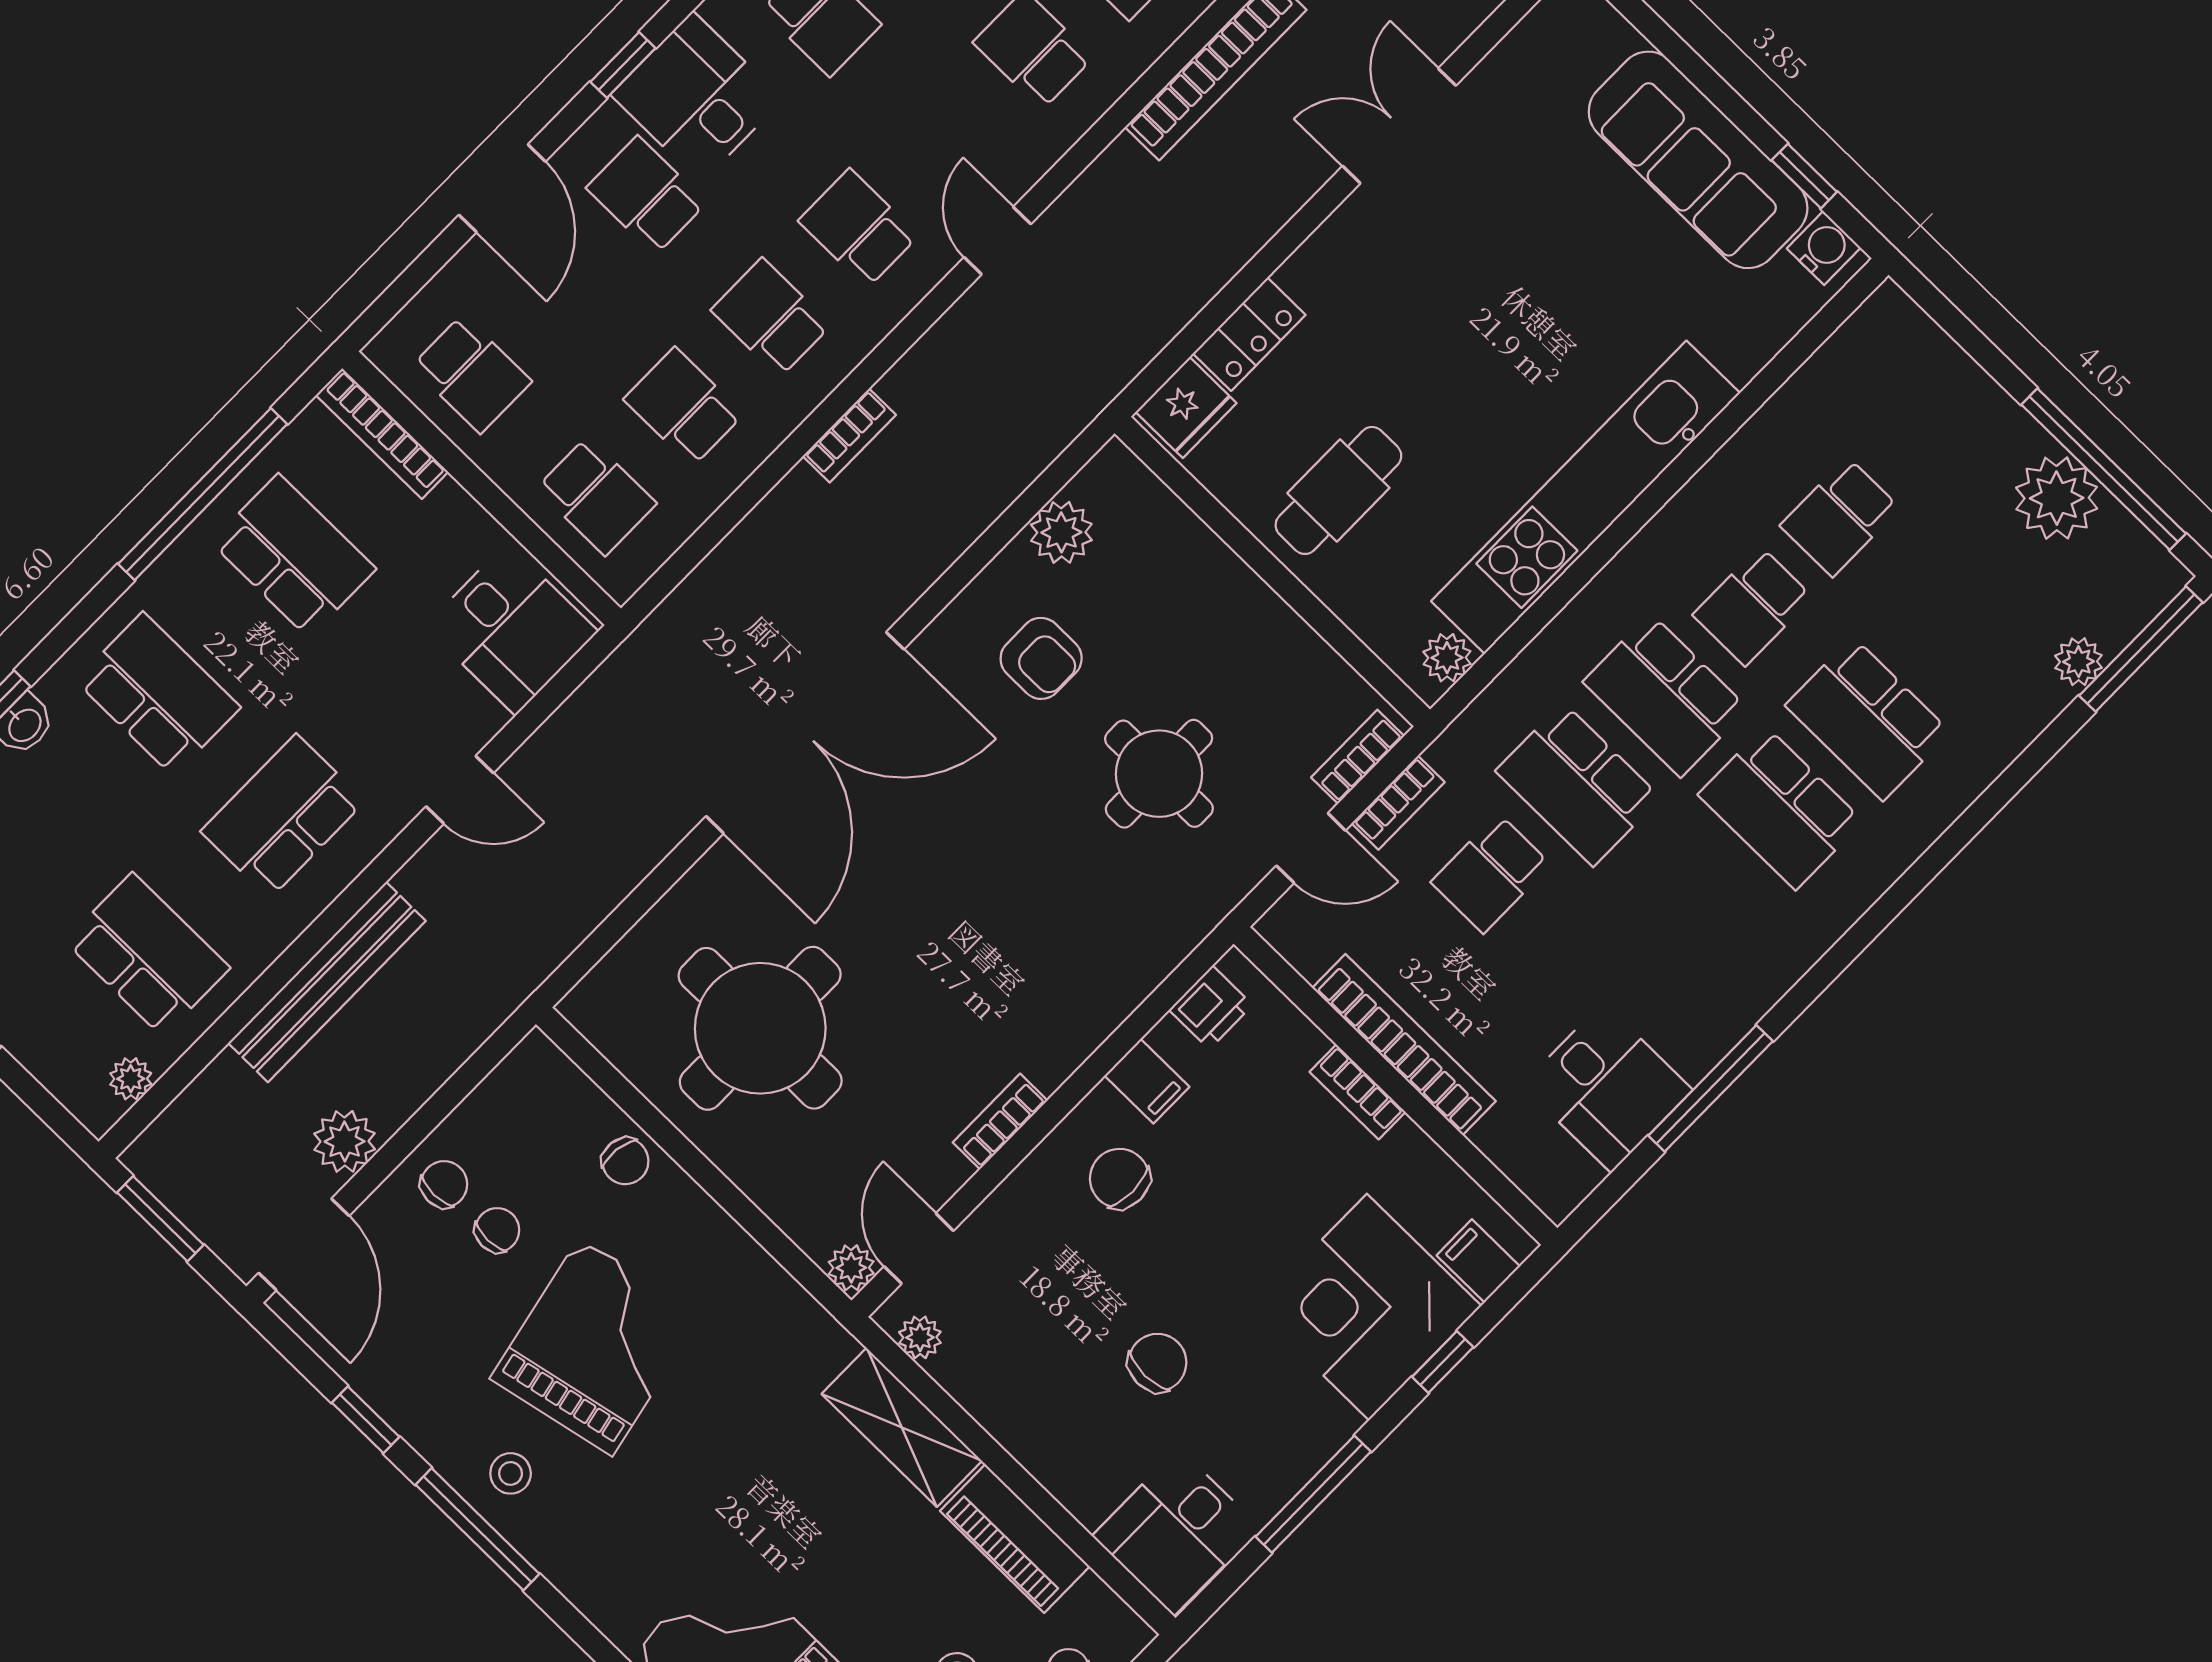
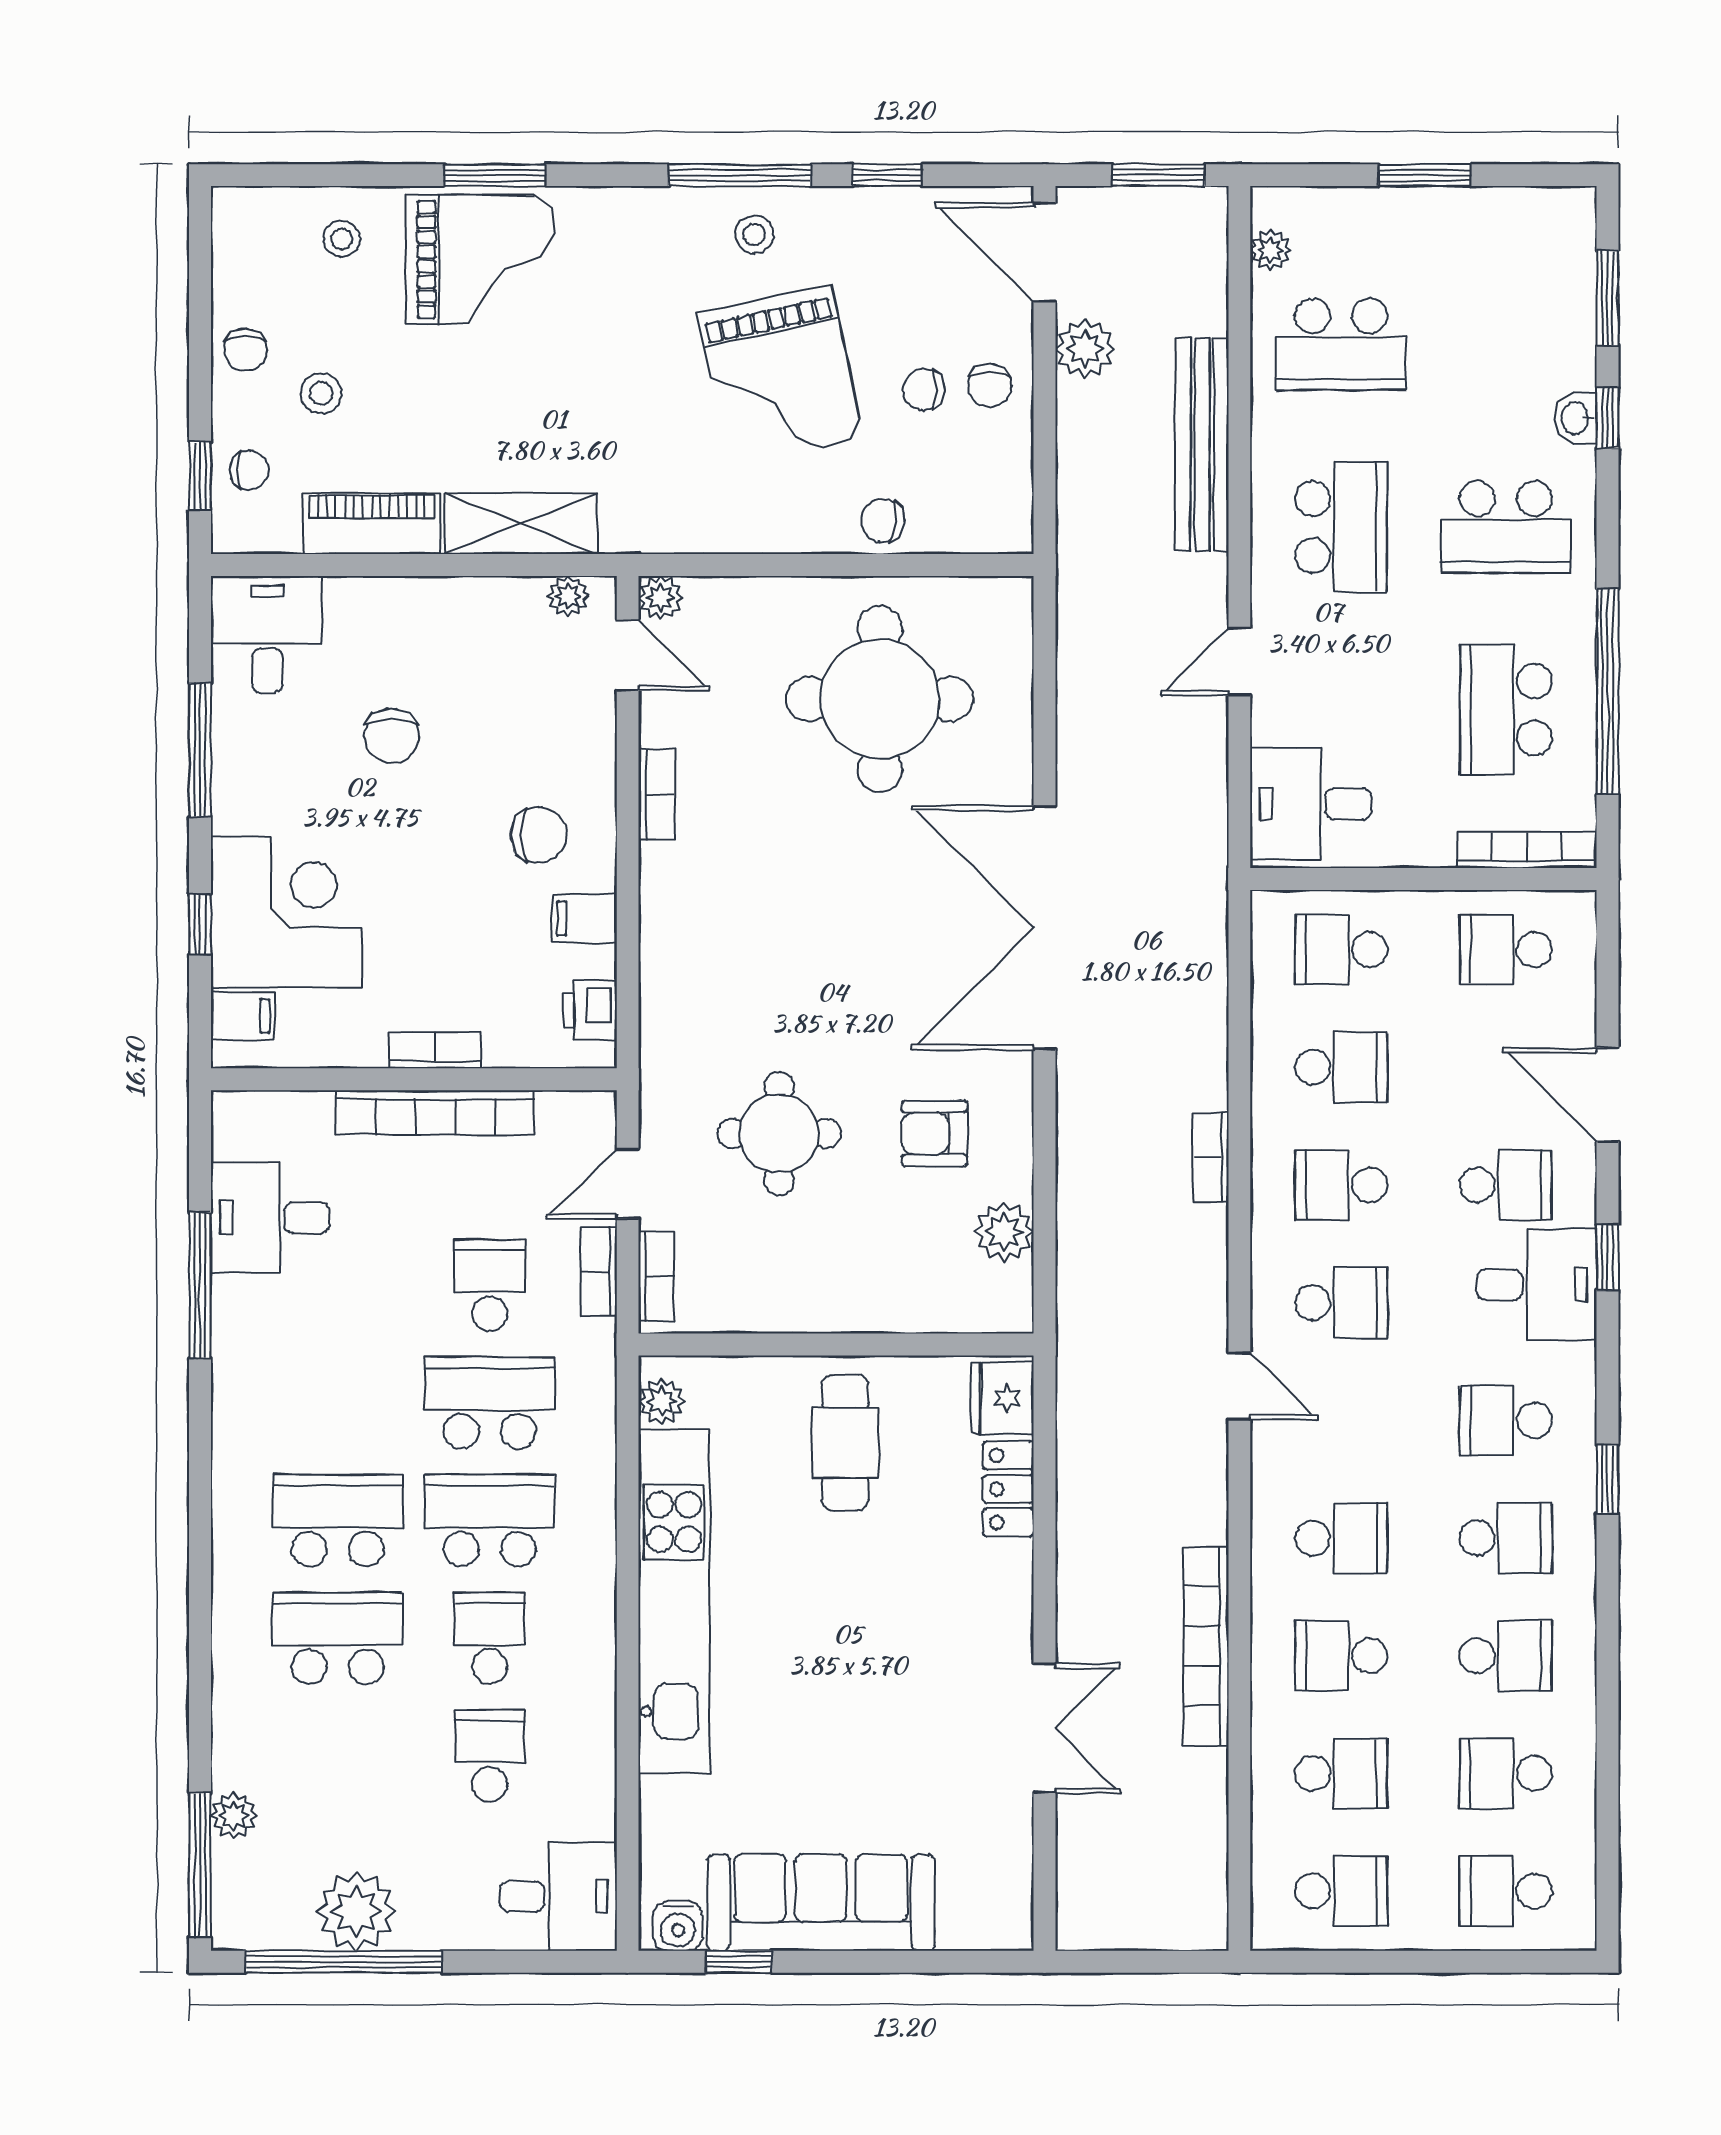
school desk: (771, 318) -> (1341, 1185), turned 180
desk: (1893, 359) -> (558, 1897), added
school desk: (293, 556) -> (1506, 710), turned 90
chair: (497, 1230) -> (924, 390), turned 90

